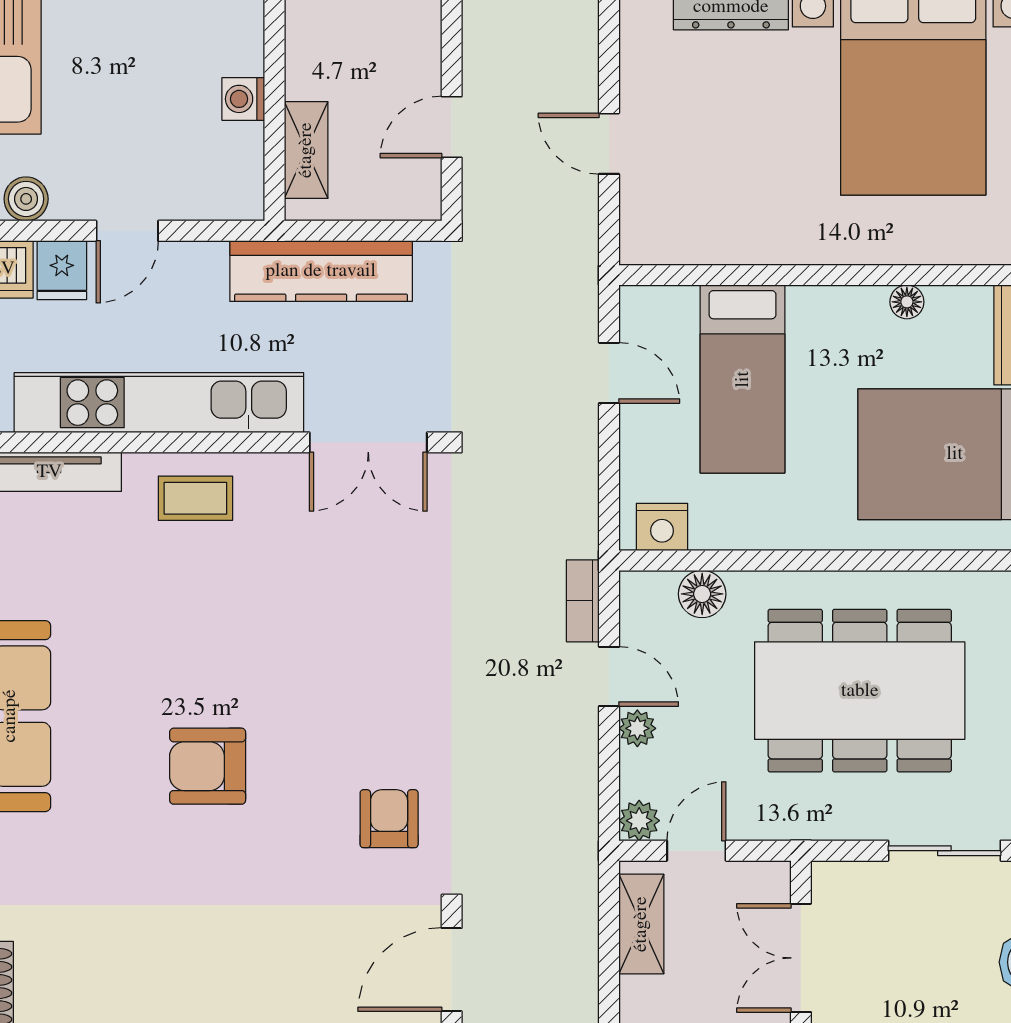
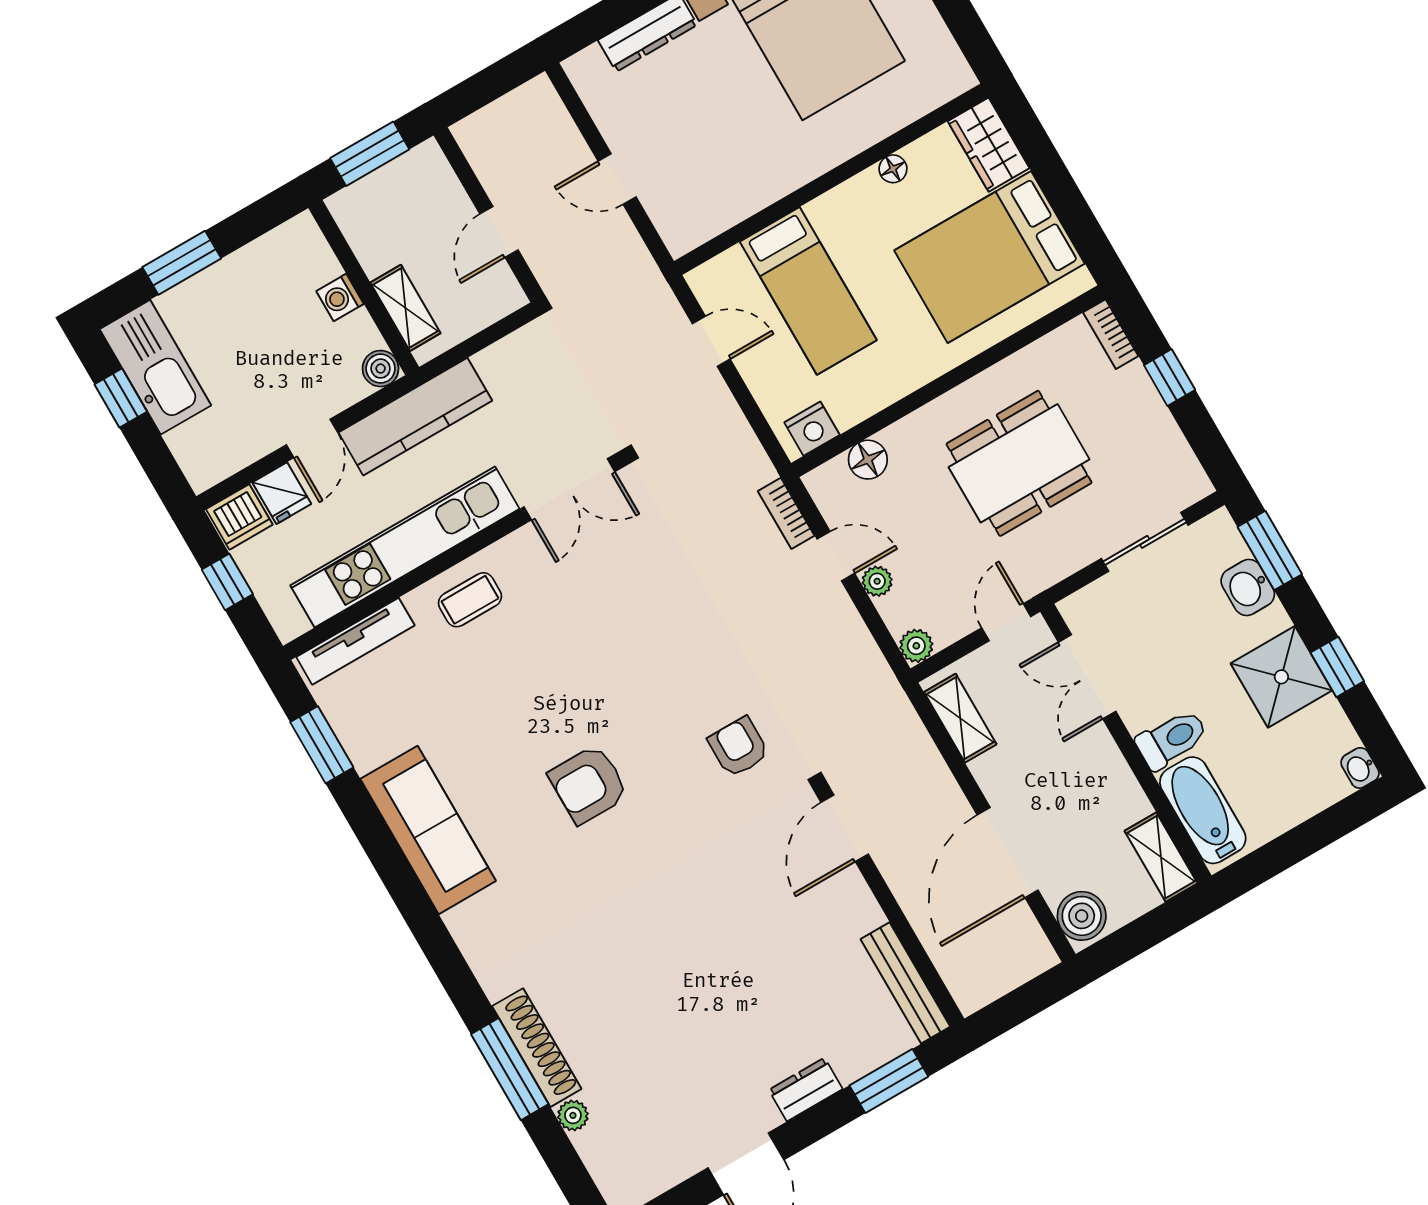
boiler: (26, 199) -> (381, 369), moved
kitchen counter: (321, 271) -> (415, 417), moved
dining table: (860, 691) -> (1019, 463), width x0.73, depth x0.80
door: (696, 851) -> (1006, 622), moved

